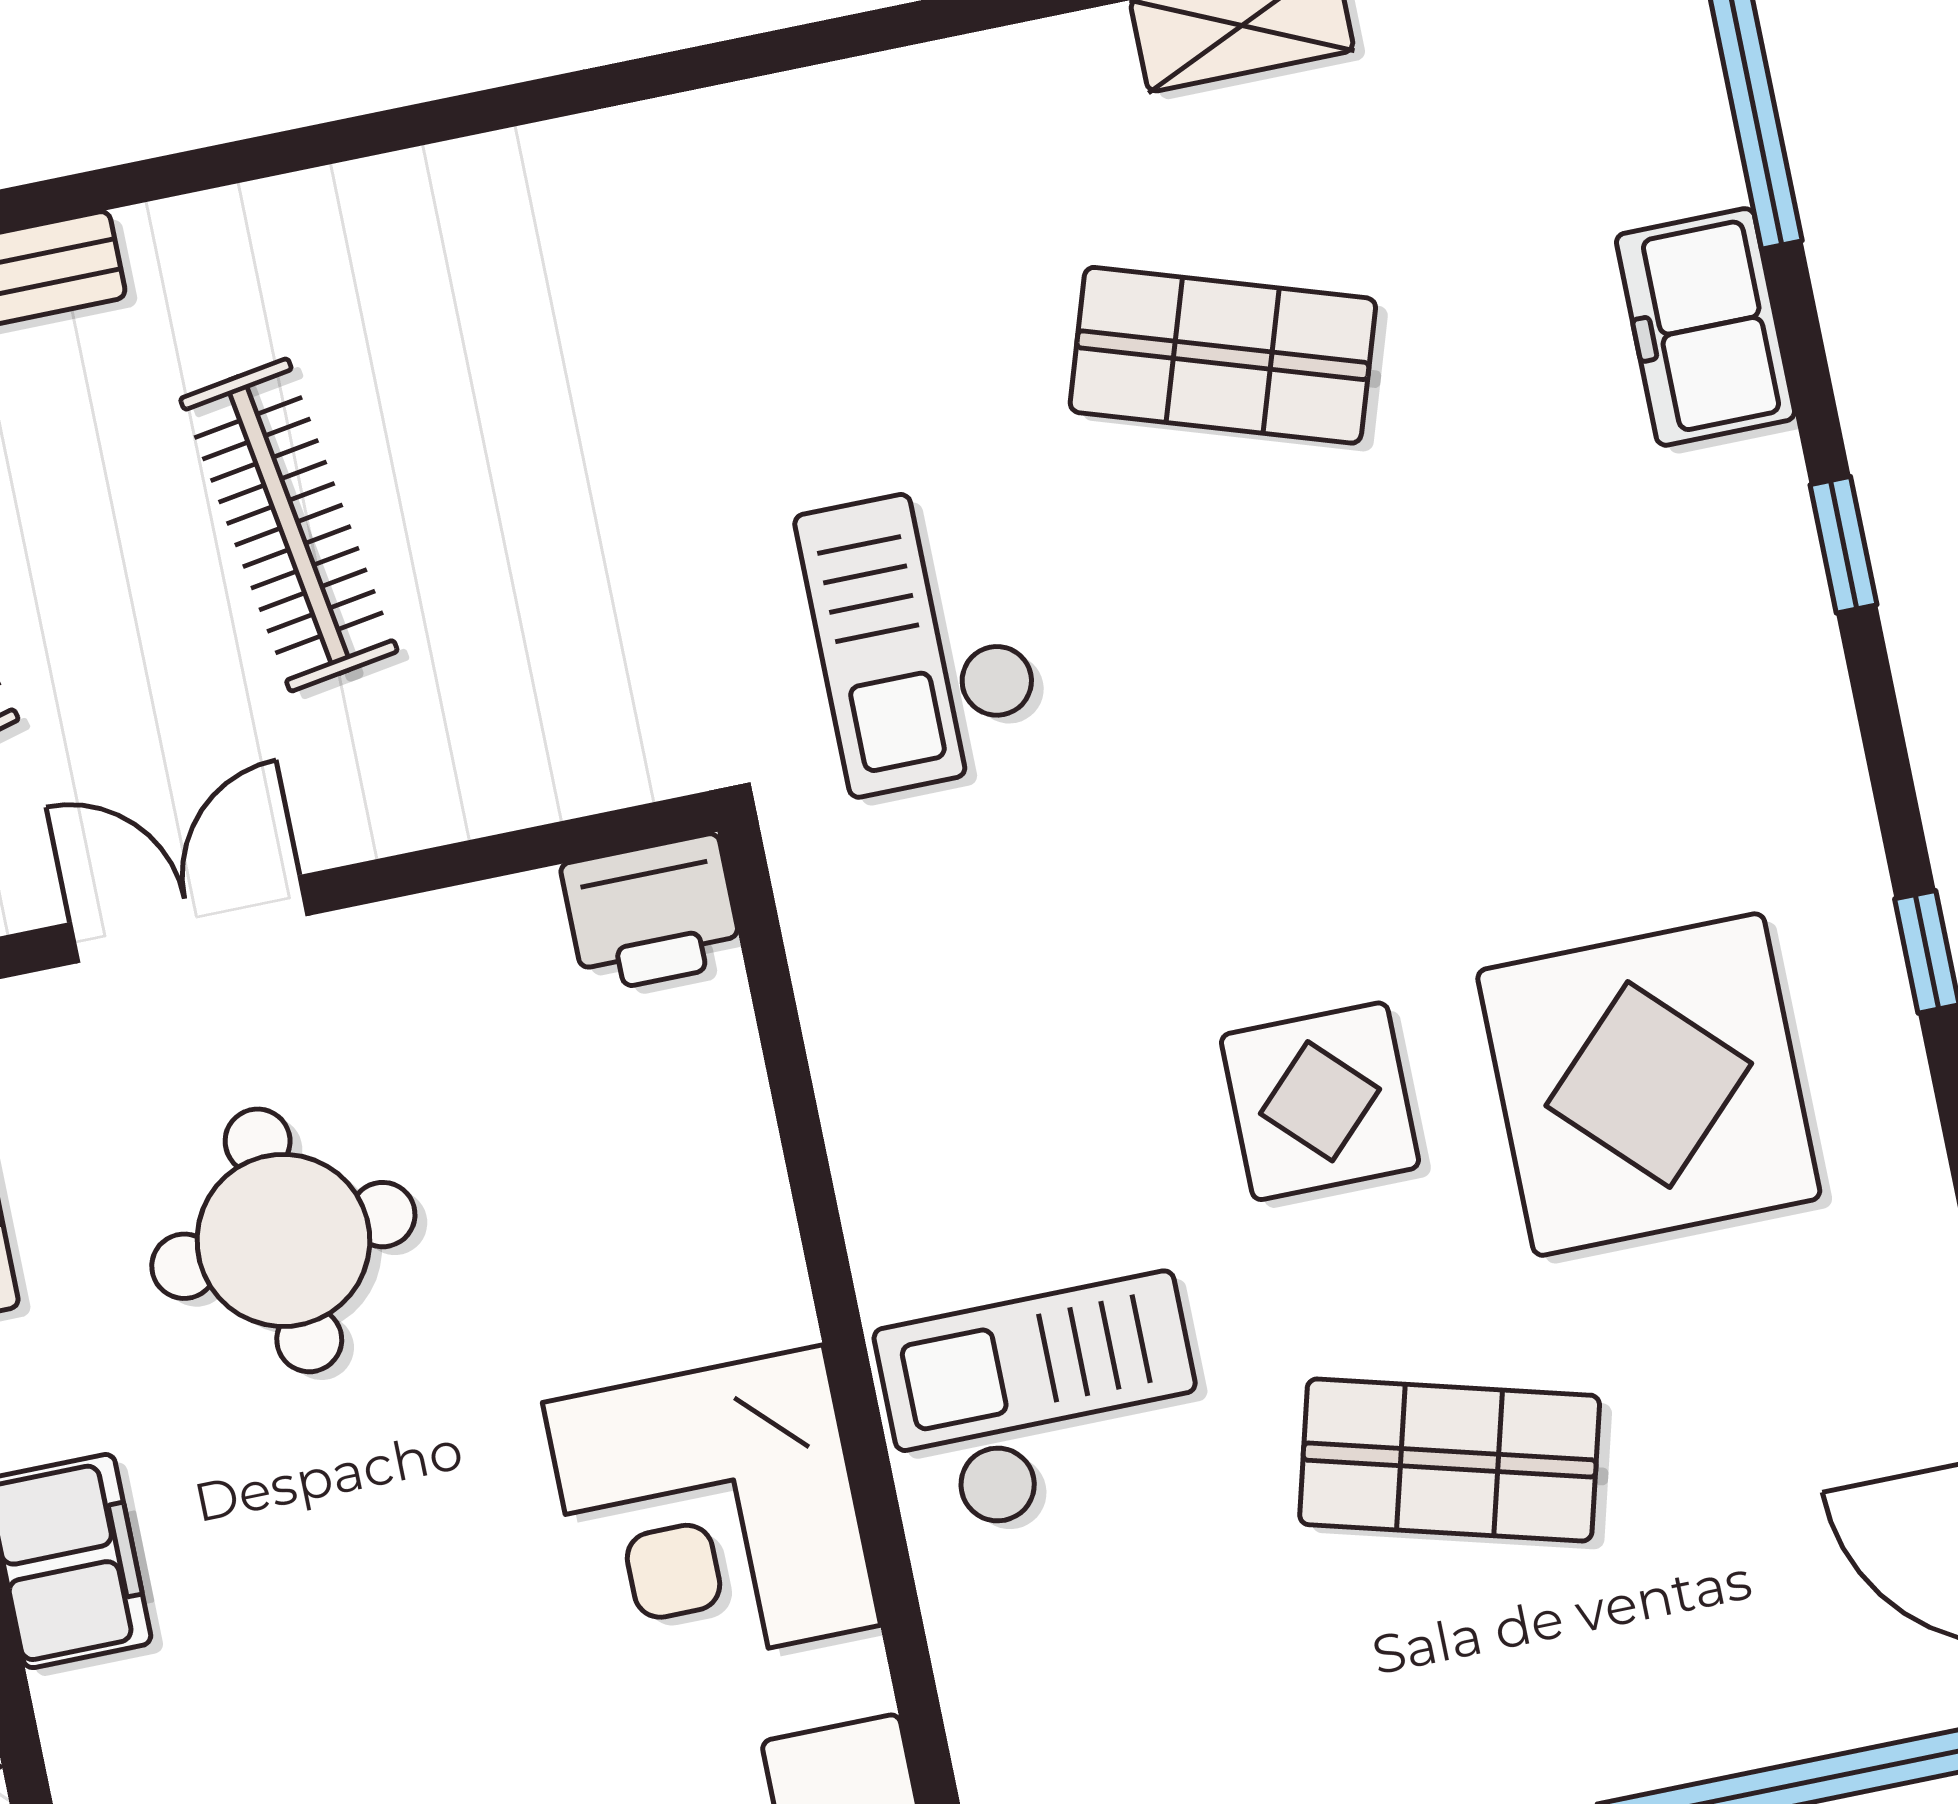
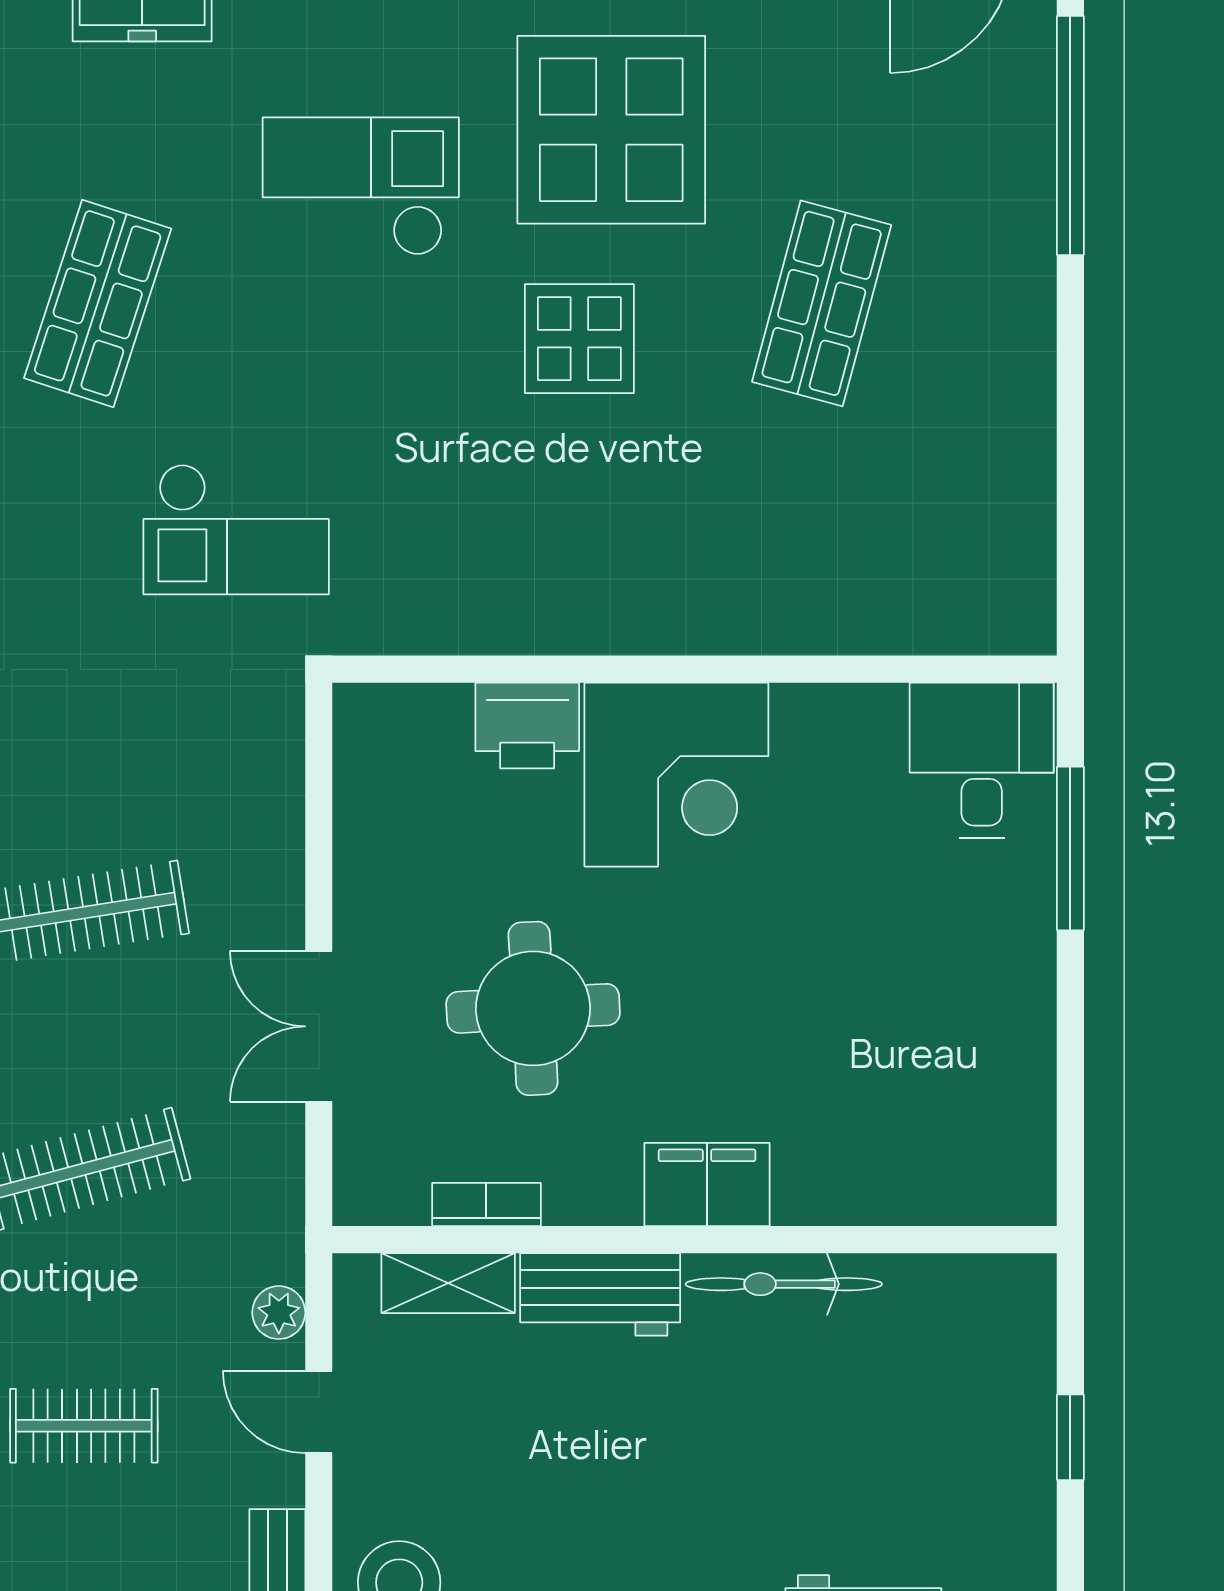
printer: (652, 914) -> (527, 725), moved, turned 90
checkout: (1044, 1405) -> (361, 186), moved, turned 90
corner desk: (711, 1514) -> (676, 775), moved

